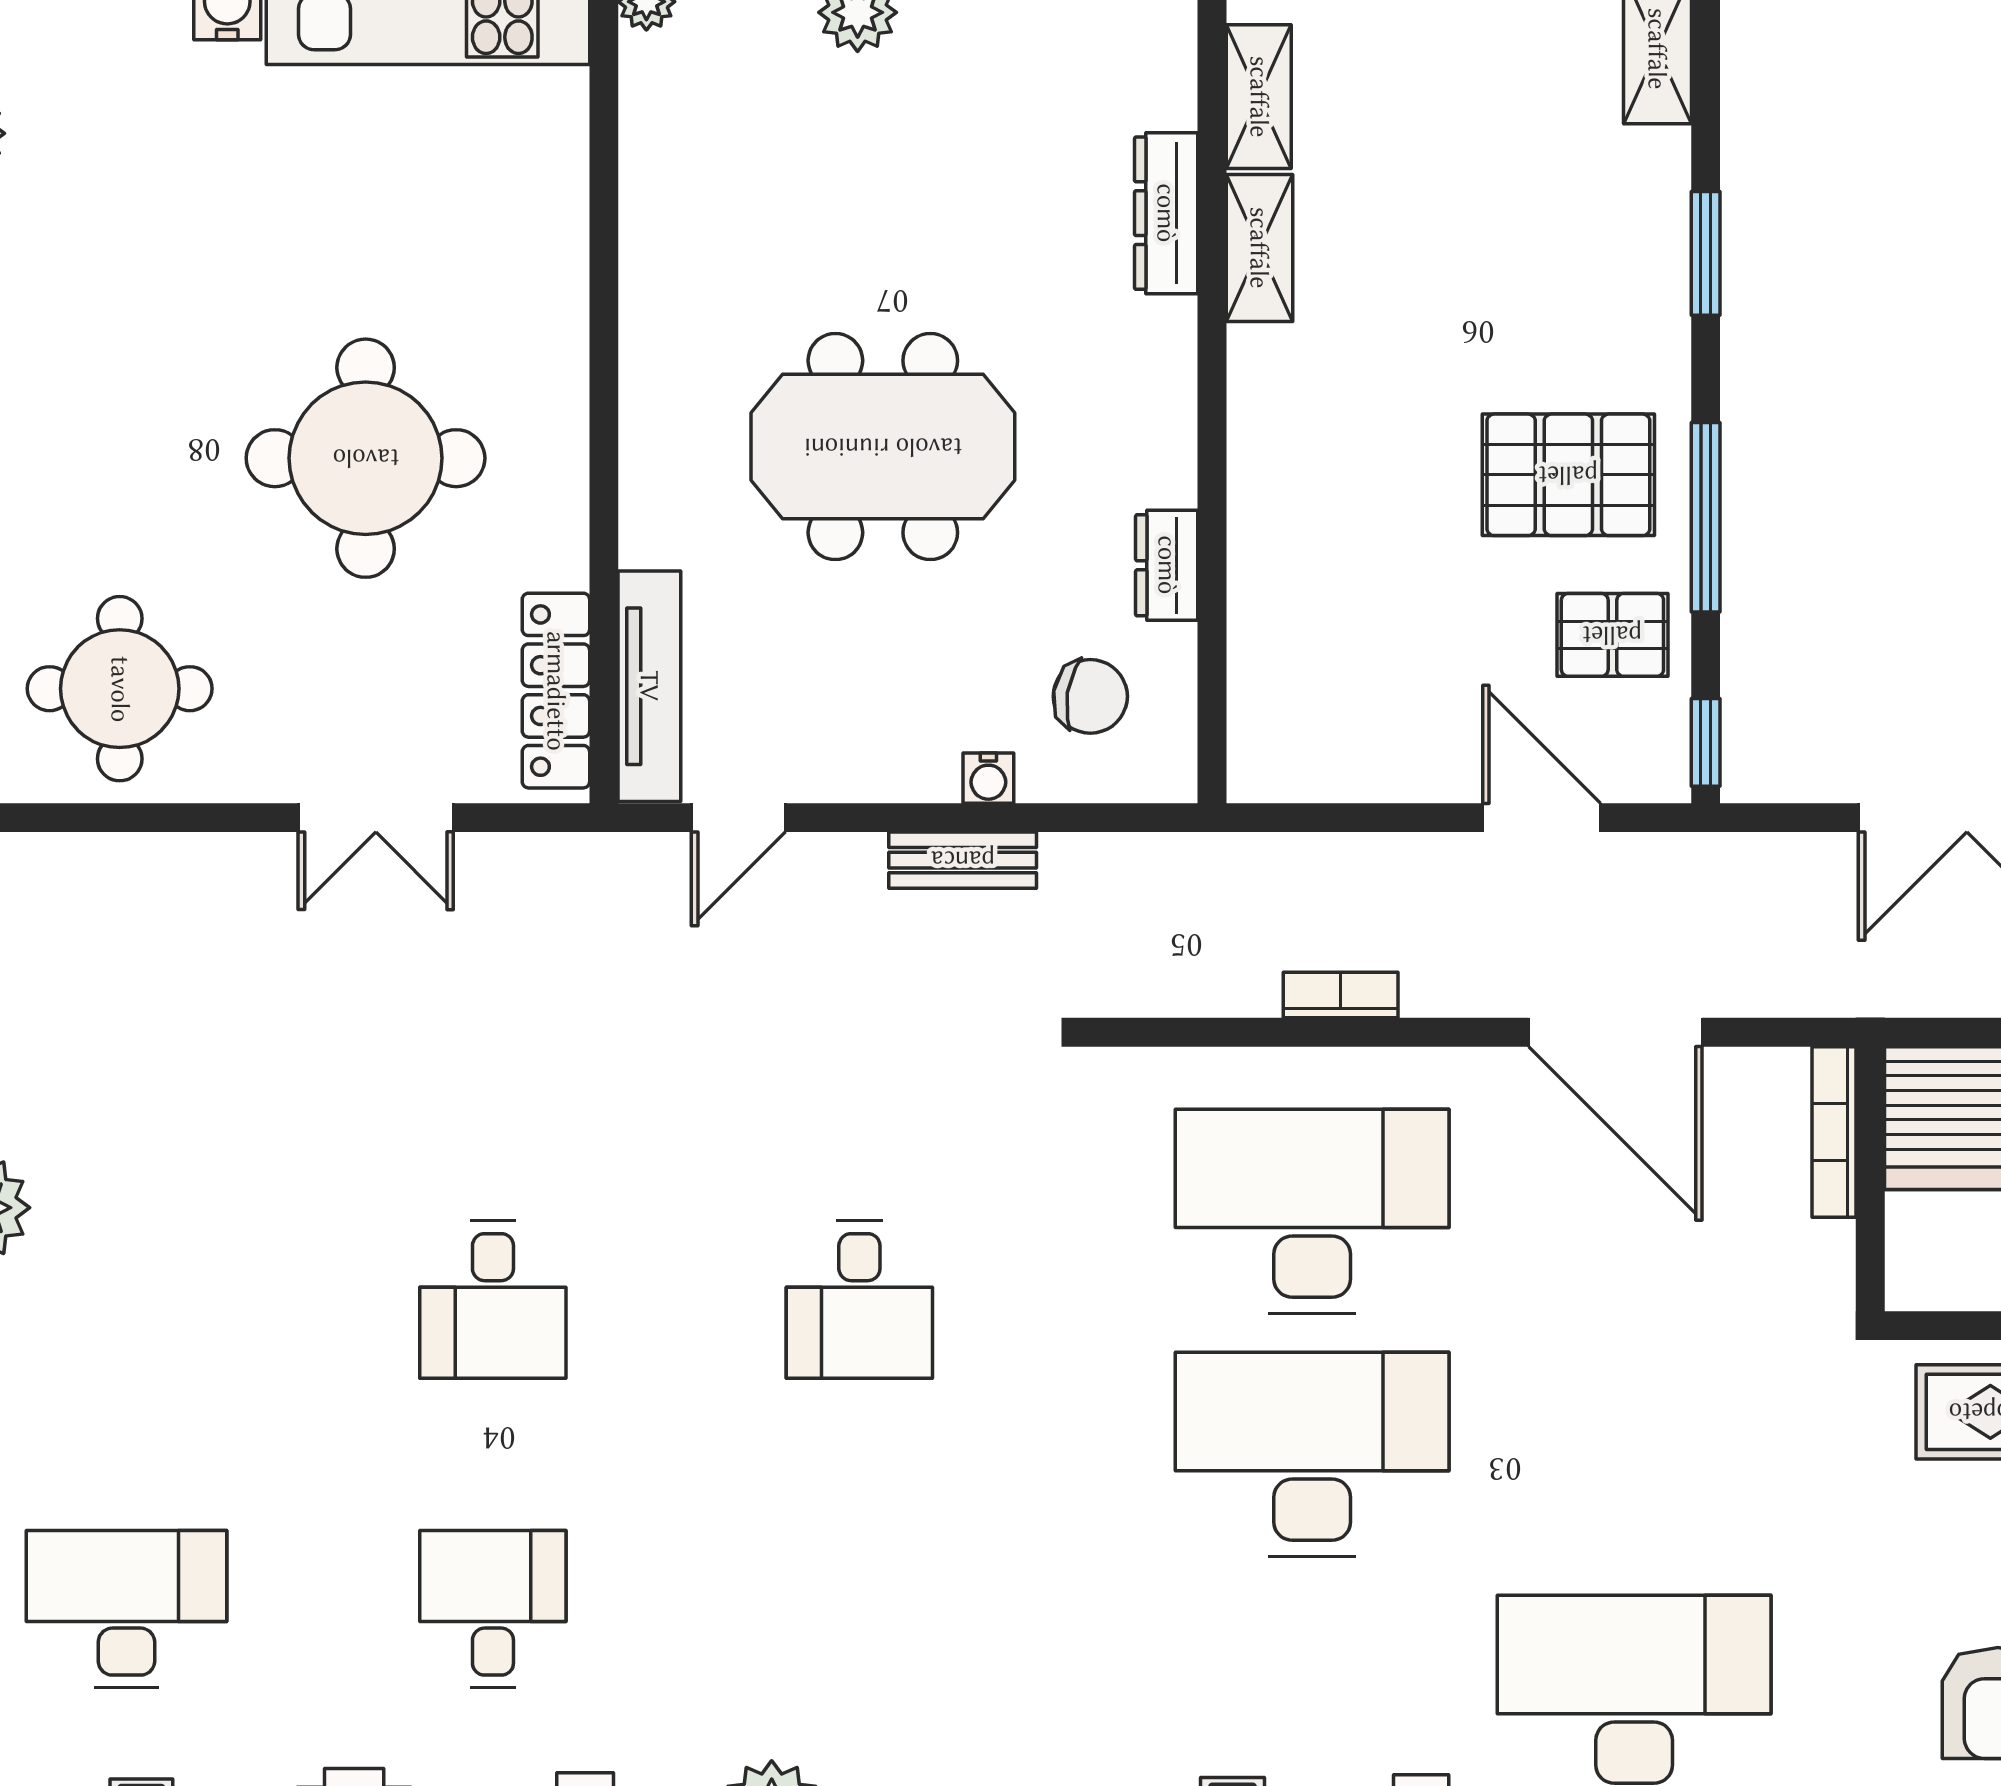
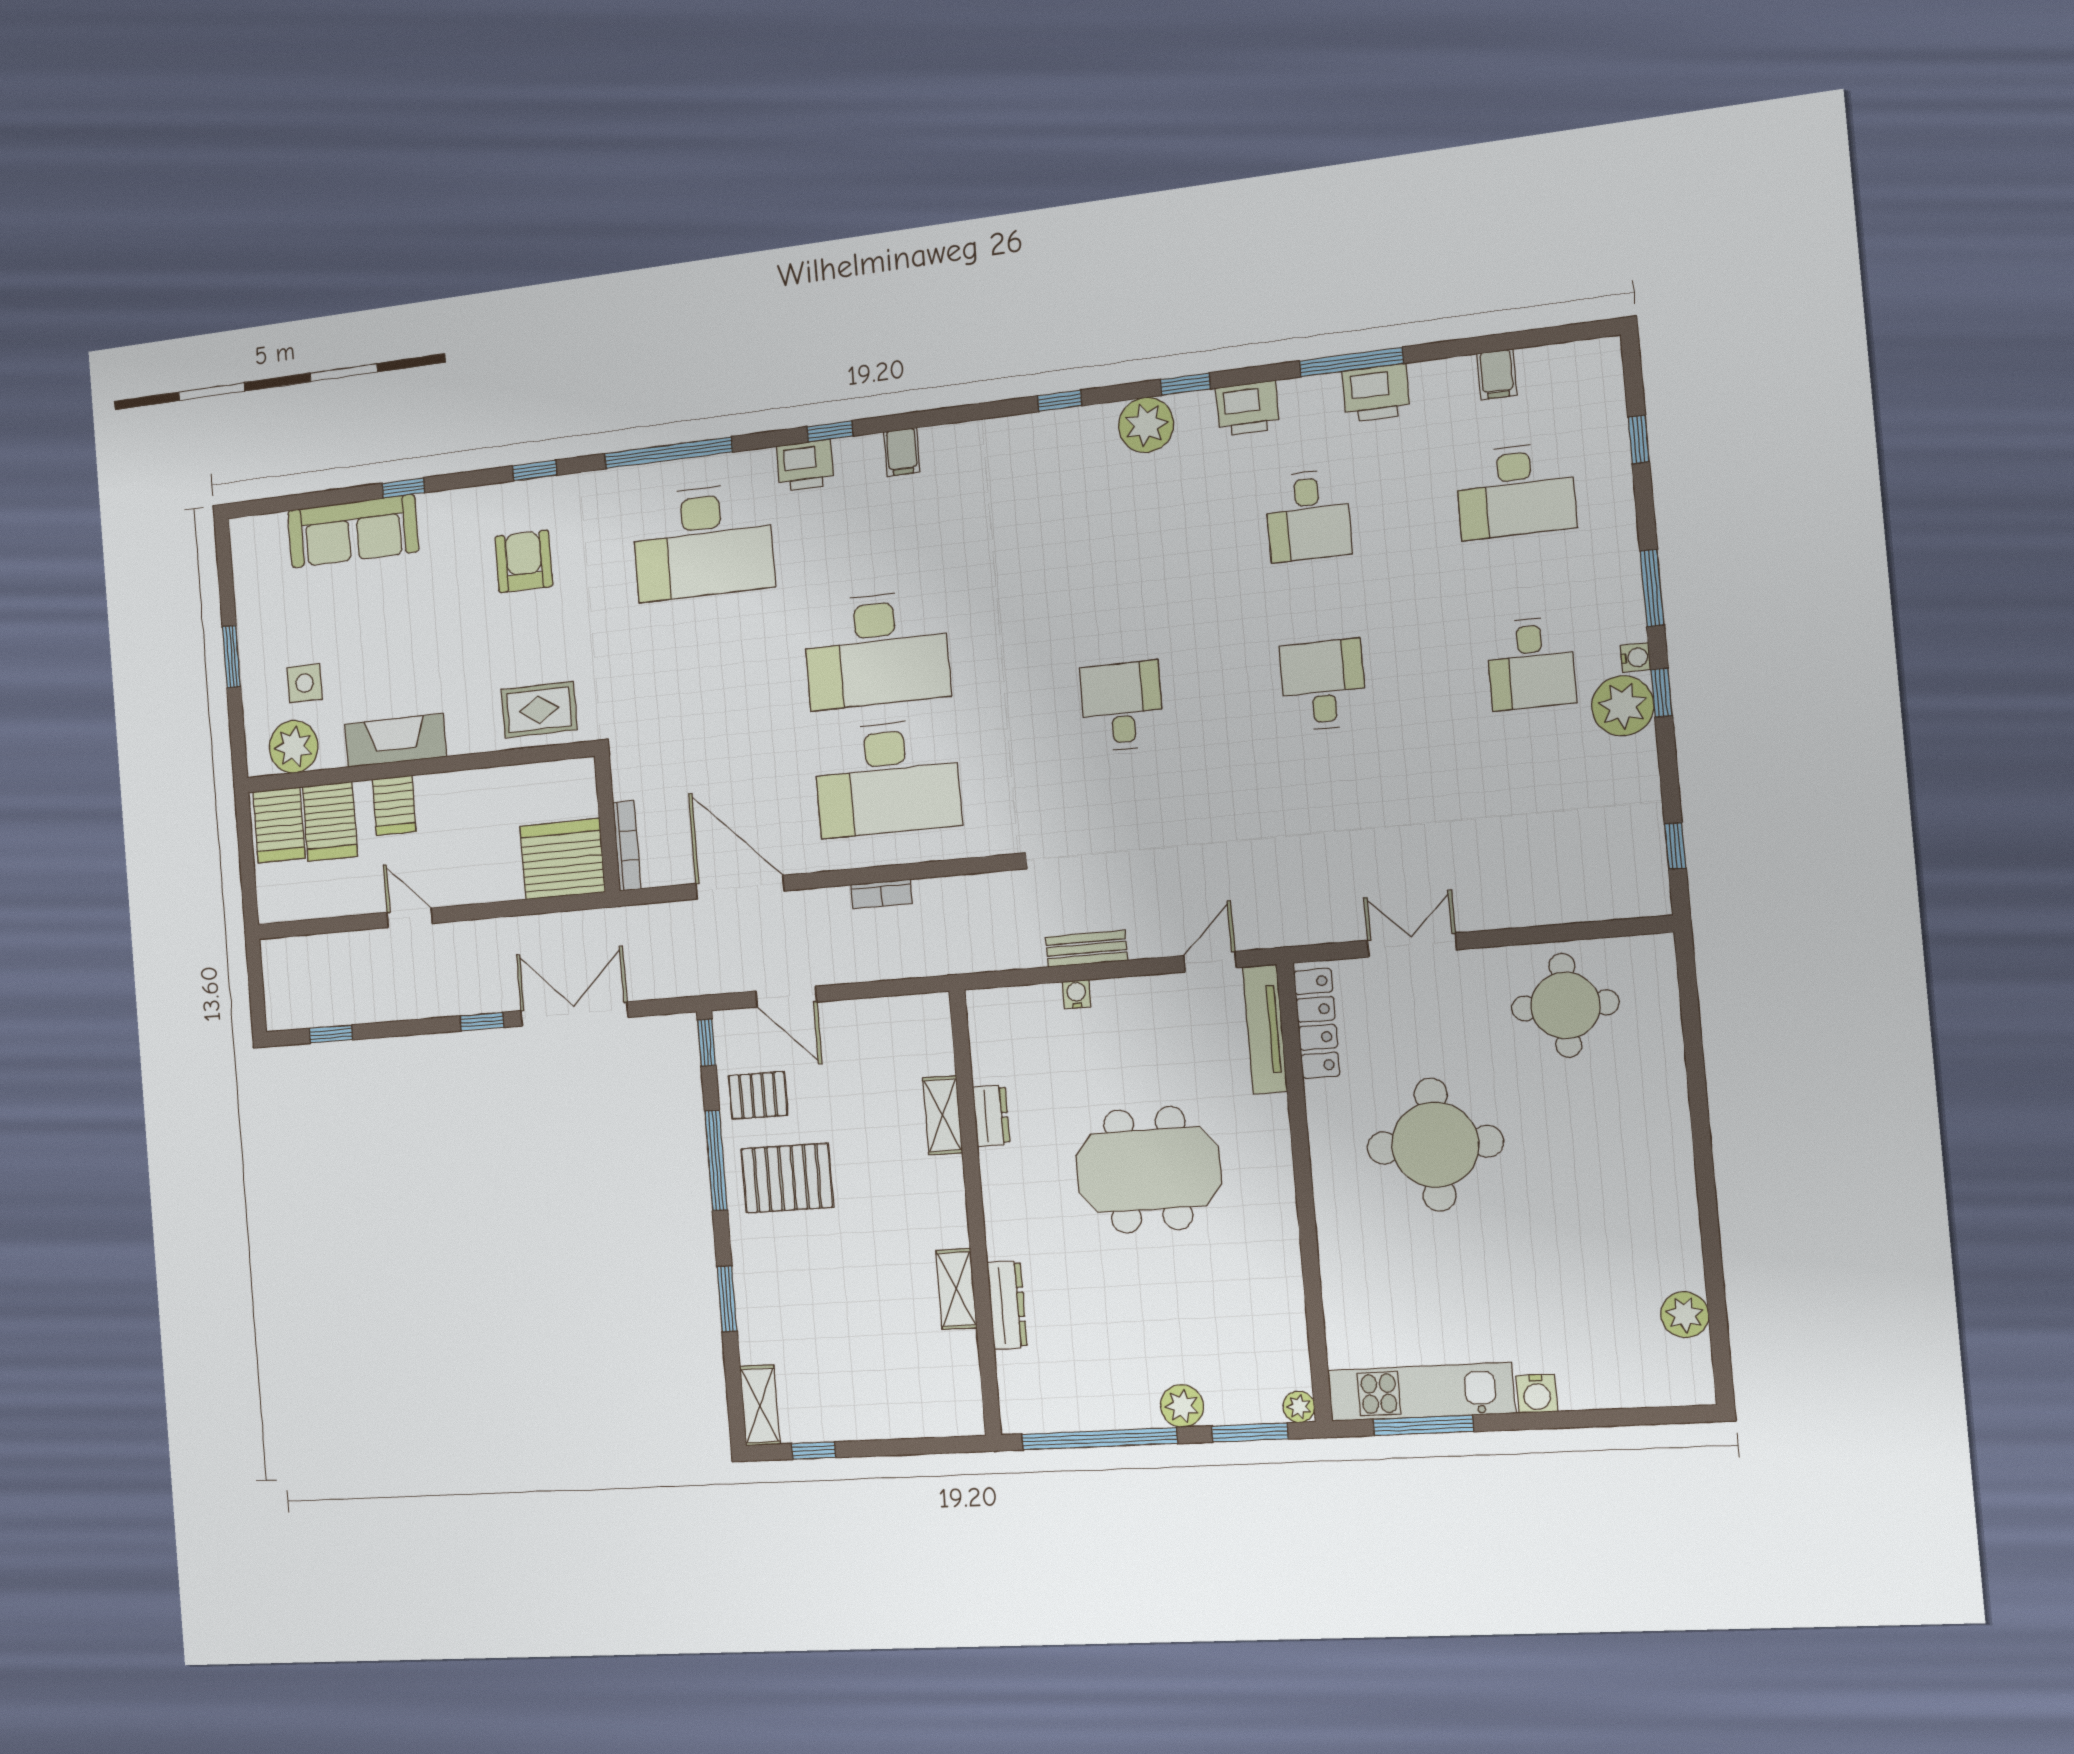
shelving: (1259, 97) -> (943, 1115), moved
chair: (1090, 696) -> (1026, 1042), removed
desk: (126, 1300) -> (1531, 663), added

